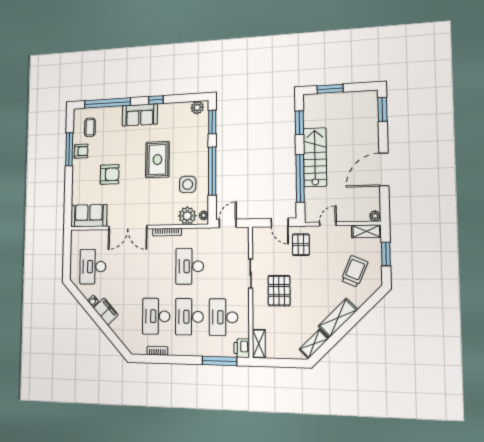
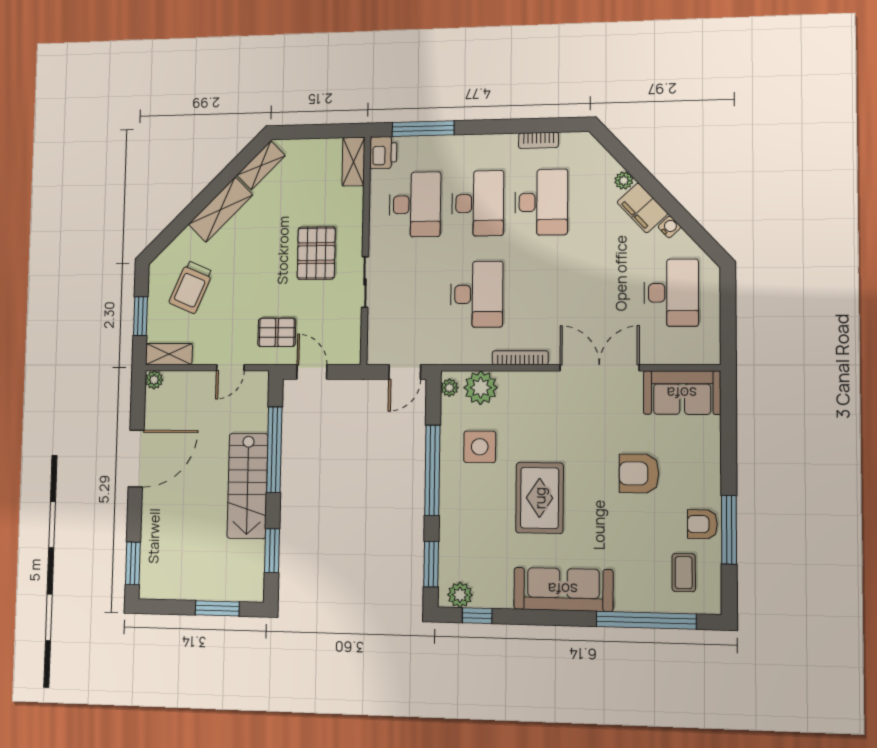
window: (156, 100) -> (477, 616), moved
sofa: (140, 115) -> (563, 589), width x1.36
pallet: (301, 245) -> (277, 332), turned 90
plant: (115, 327) -> (624, 181), added

